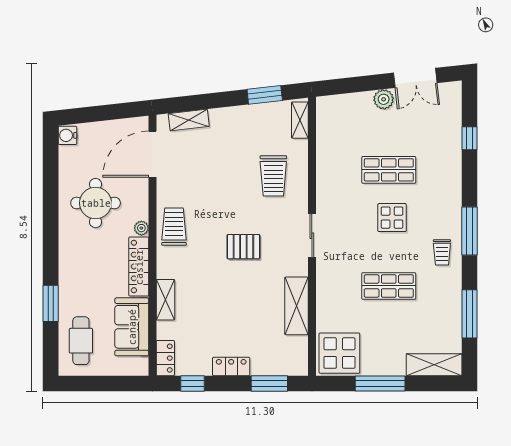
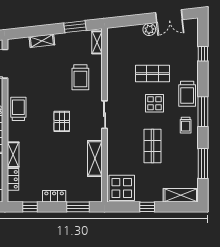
shelving: (189, 120) -> (42, 41), moved
trolley: (444, 202) -> (187, 94), added
pallet: (243, 247) -> (62, 121), turned 90
shop shelf: (389, 286) -> (152, 146), turned 90
locker: (165, 358) -> (13, 179), moved
window: (380, 384) -> (147, 207), width x0.46

